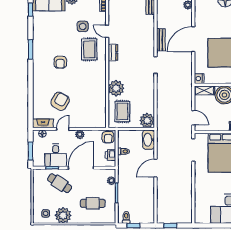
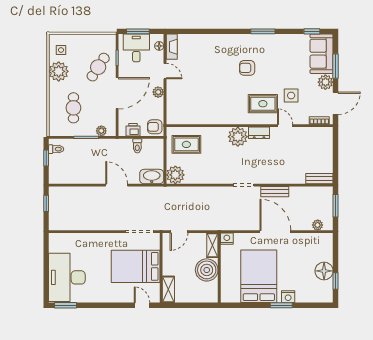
door: (107, 31) -> (285, 126), hinge flipped
plant: (116, 88) -> (238, 137), moved
armchair: (60, 101) -> (199, 68), removed
desk: (56, 155) -> (136, 48), moved, turned 90
door: (81, 168) -> (117, 93), hinge flipped

